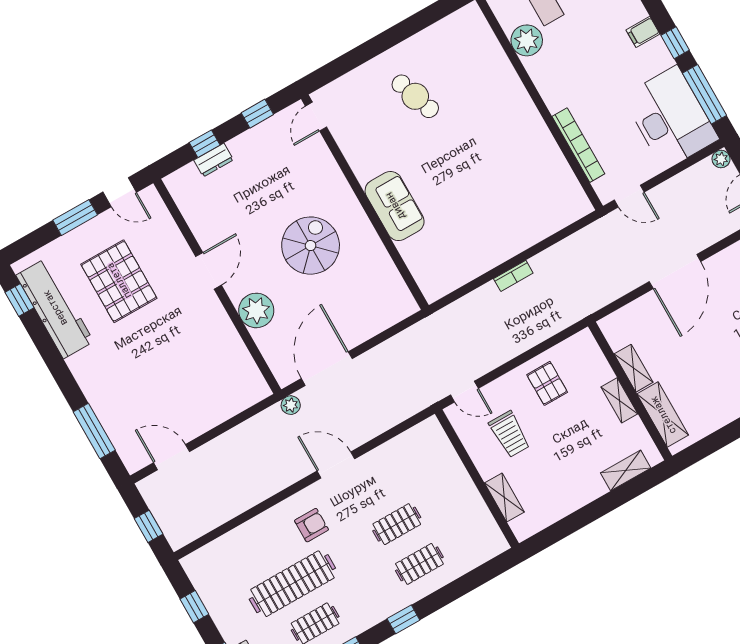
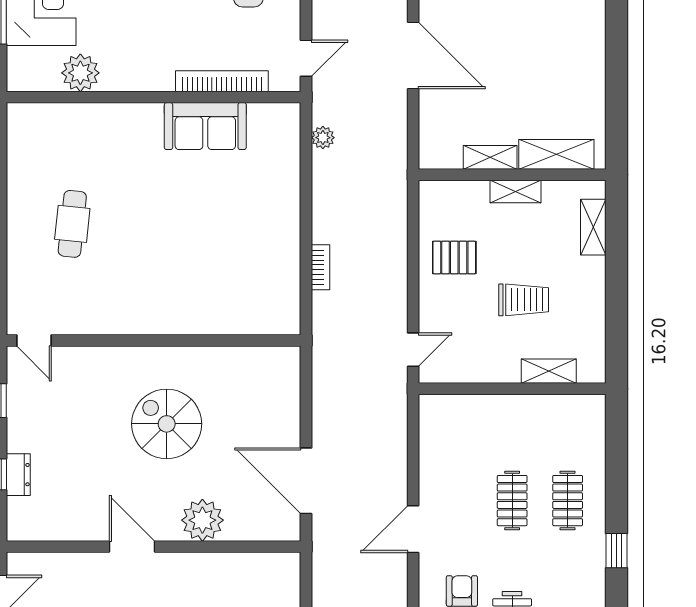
cafe table: (415, 96) -> (72, 224), turned -65
sofa: (395, 206) -> (205, 126), moved, turned 180
bookcase: (513, 276) -> (320, 267), moved
plant: (291, 405) -> (323, 138), moved
trolley: (509, 434) -> (524, 300), moved

